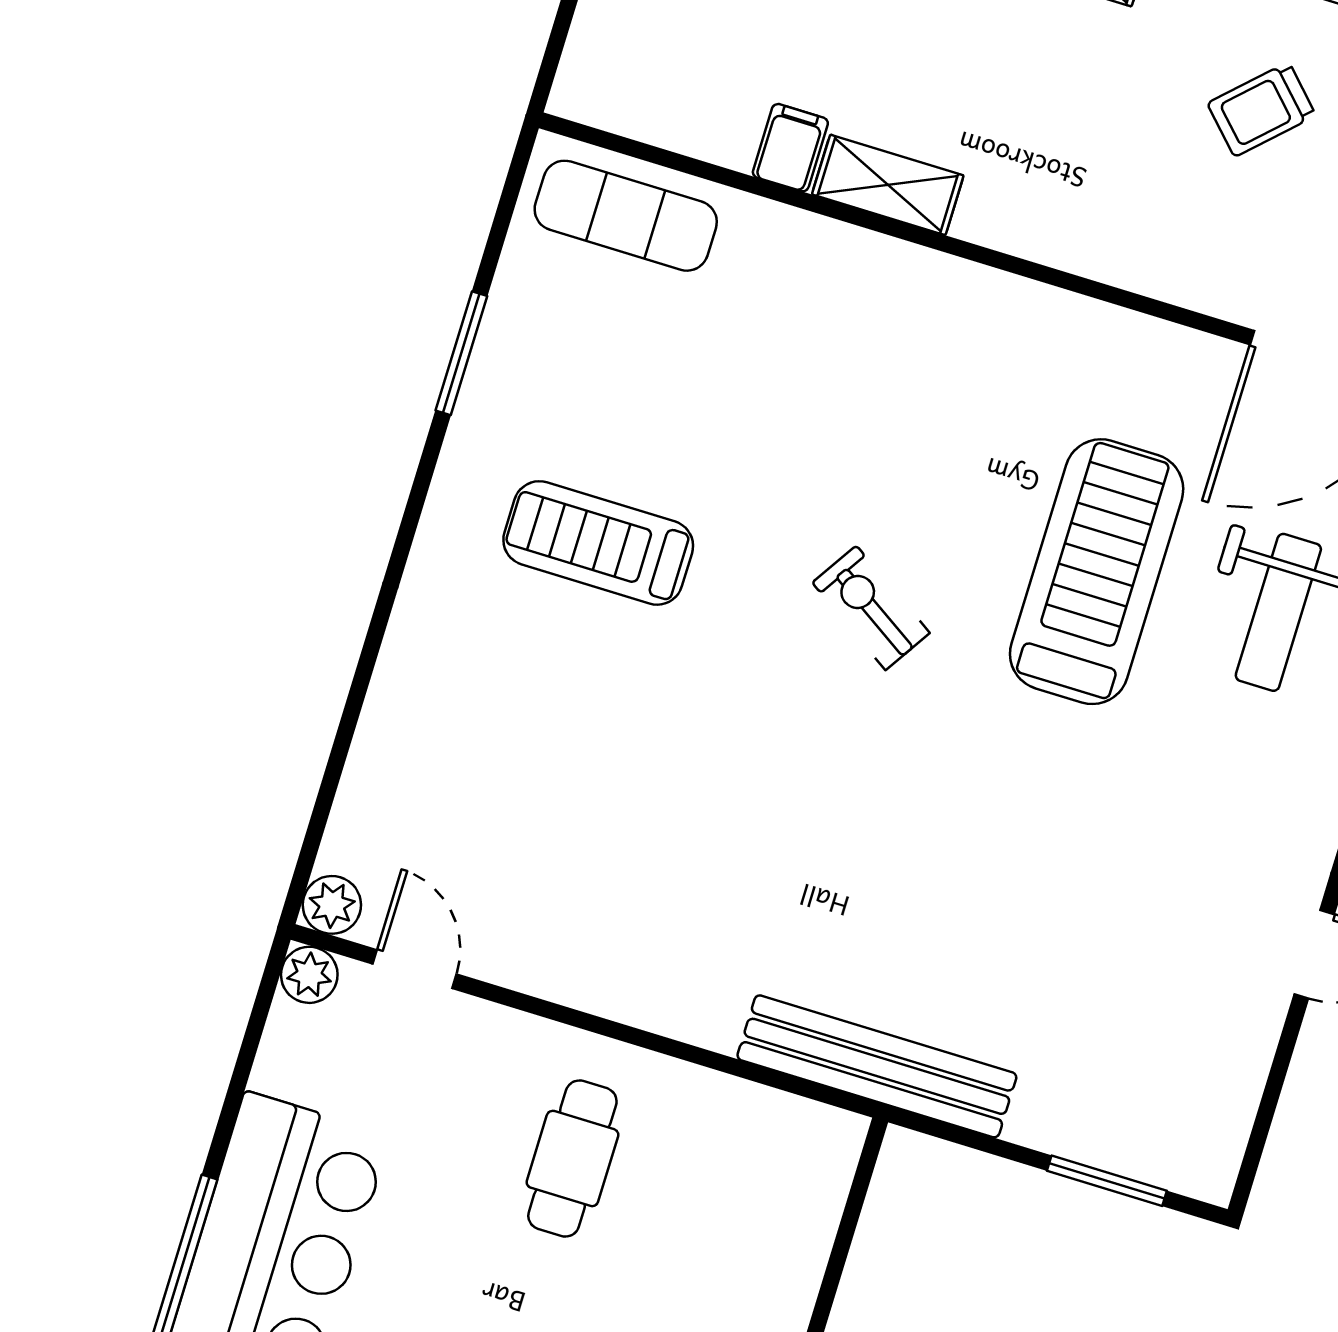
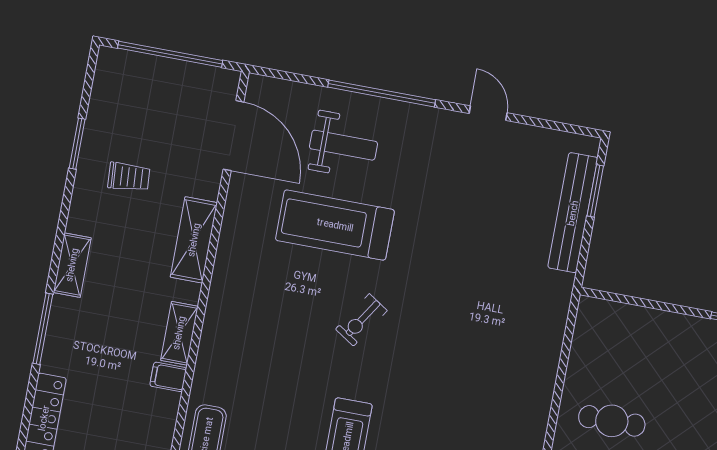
trolley: (1262, 109) -> (129, 177), turned -50
shelving: (1099, 243) -> (194, 240), added
bench: (877, 1066) -> (573, 213), moved

